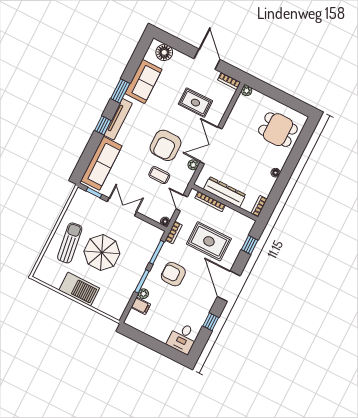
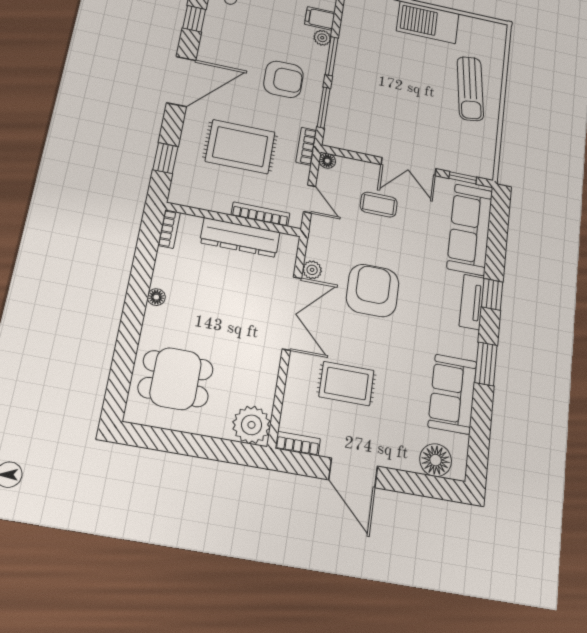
plant: (247, 91) -> (251, 425), width x1.87, depth x1.87
tv unit: (118, 119) -> (472, 302), width x0.71
coffee table: (159, 175) -> (379, 205), moved
parasol: (102, 252) -> (414, 86), removed
door: (229, 286) -> (181, 81), hinge flipped

